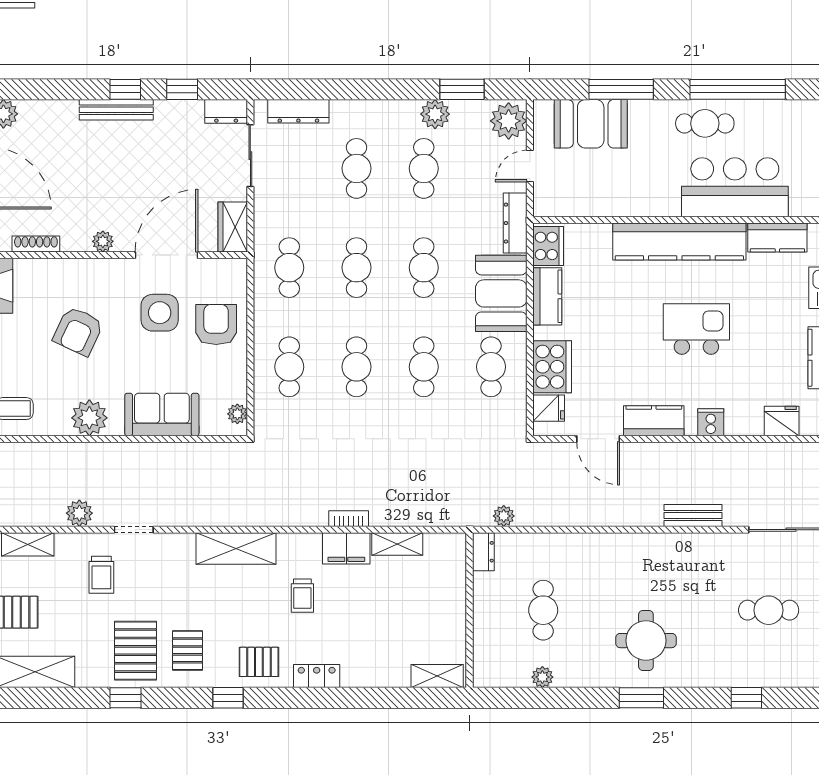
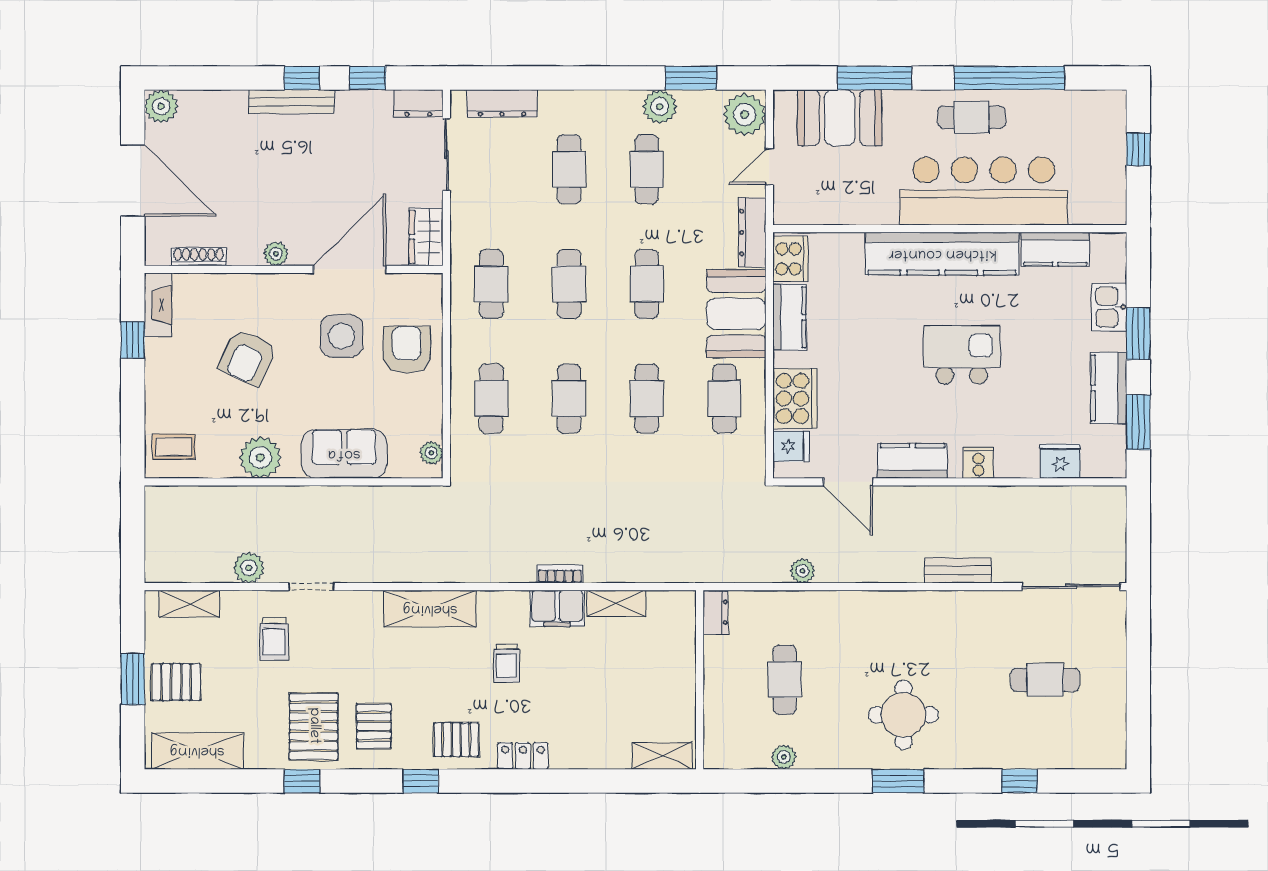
bar counter: (735, 187) -> (984, 191), width x1.36
plant: (504, 516) -> (802, 571), moved

